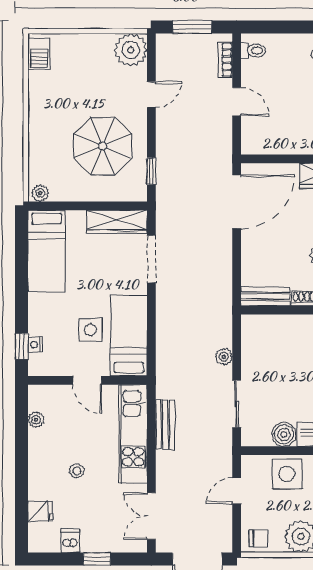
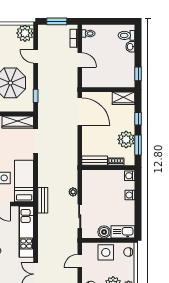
door: (151, 95) -> (36, 56), swing flipped
door: (237, 202) -> (80, 112), hinge flipped
bench: (165, 425) -> (43, 200), moved

